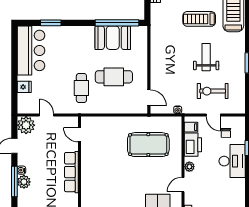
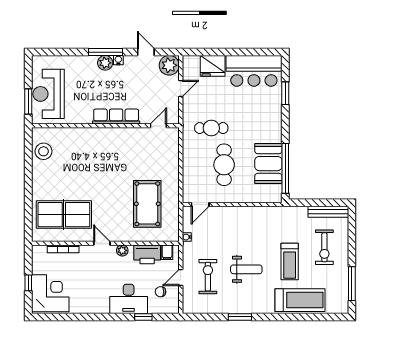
treadmill: (199, 19) -> (290, 261), turned 180
fridge: (24, 87) -> (213, 66), width x1.88, depth x1.34

